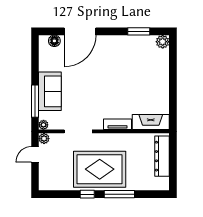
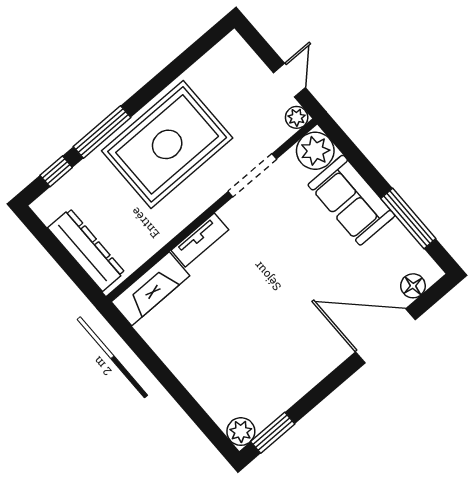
door: (80, 31) -> (385, 336), hinge flipped
window: (139, 31) -> (273, 433), moved
window: (35, 101) -> (408, 218), moved
plant: (43, 125) -> (315, 151), width x1.88, depth x1.88
window: (87, 194) -> (56, 171), moved

